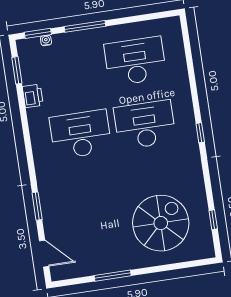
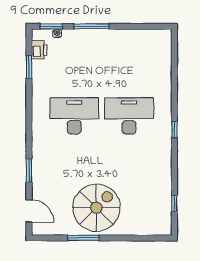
desk: (135, 61) -> (129, 62), removed
window: (17, 70) -> (29, 67), moved
printer: (33, 96) -> (39, 50), moved
spiral stairs: (161, 223) -> (96, 208), moved

